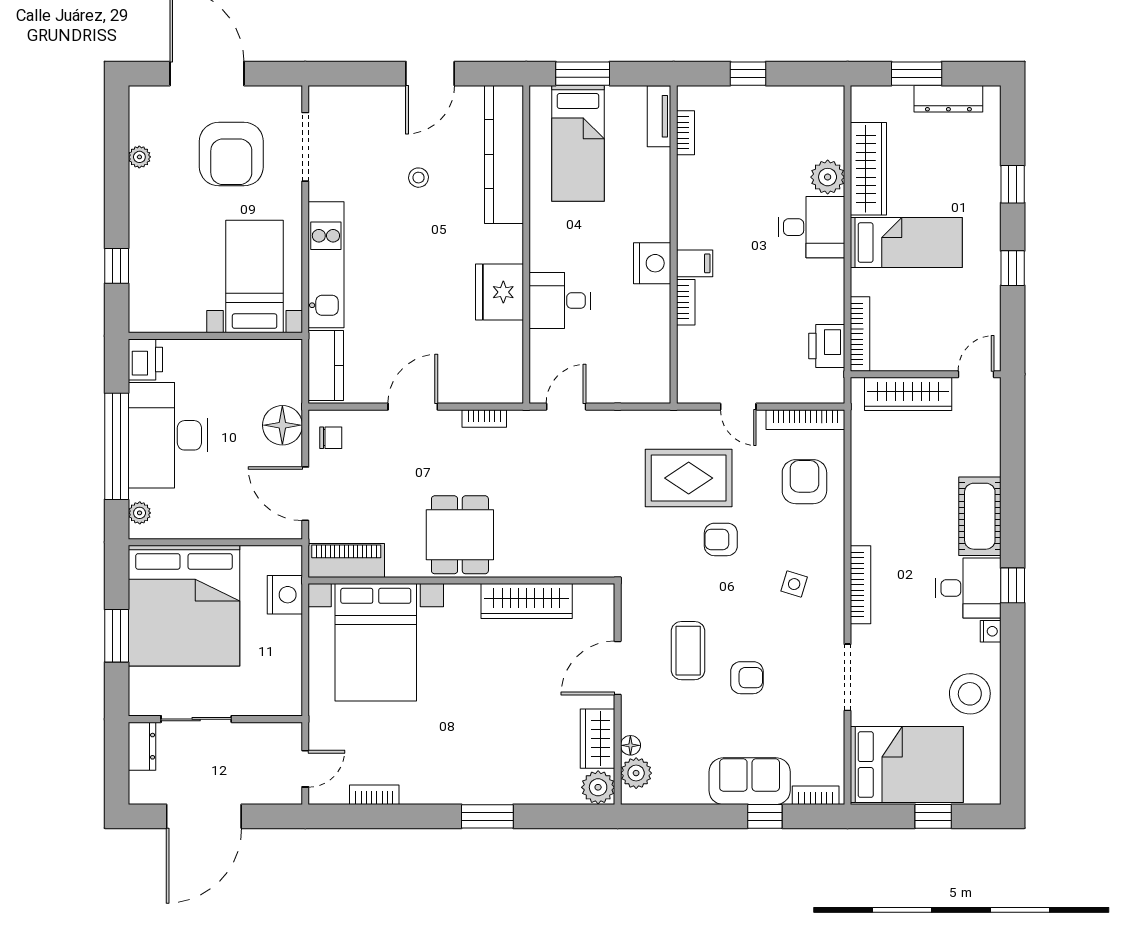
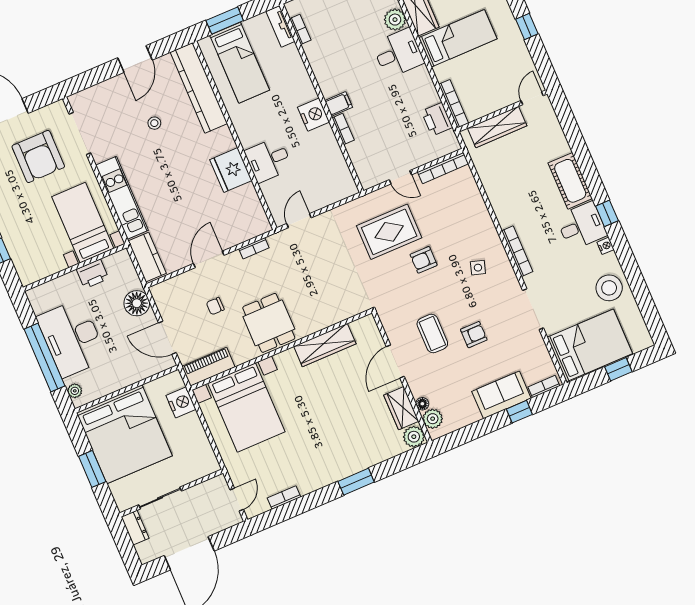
printer: (145, 359) -> (92, 274), moved, turned 90
chair: (331, 438) -> (215, 306), moved, turned 180
armchair: (804, 482) -> (458, 205), removed

